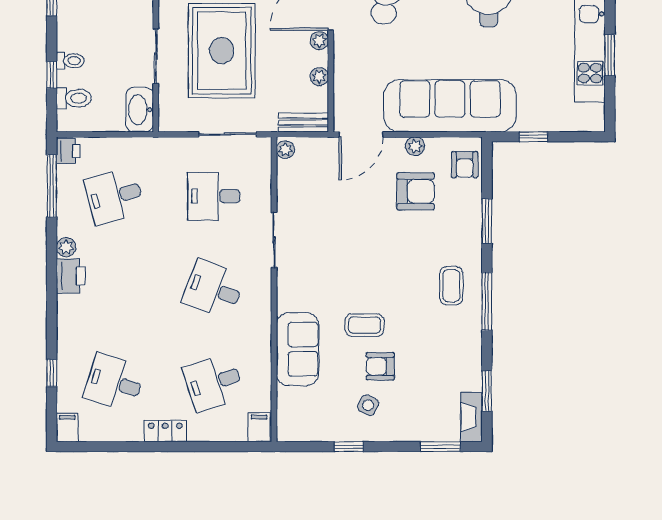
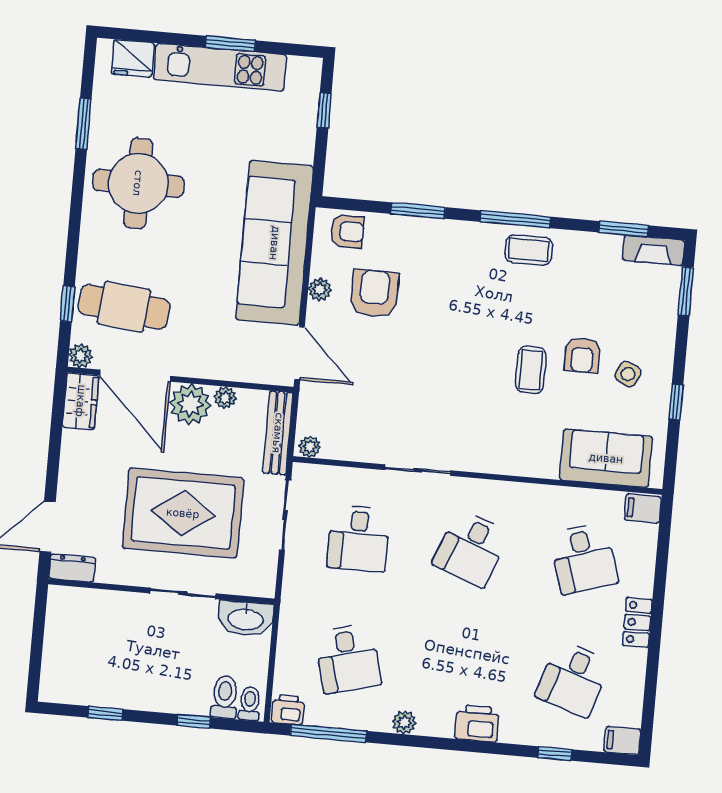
plant: (319, 41) -> (190, 404), width x1.87, depth x1.87
toilet: (70, 61) -> (250, 704), moved
bench: (303, 122) -> (278, 433), width x1.36
window: (533, 137) -> (324, 110), moved
printer: (71, 276) -> (477, 723), moved
coffee table: (451, 286) -> (529, 250), moved
sofa: (298, 349) -> (606, 458), moved

